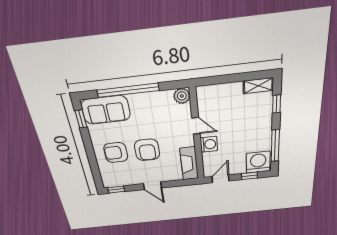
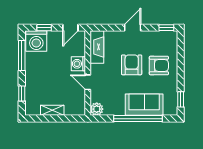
shelving: (258, 86) -> (52, 110), moved
sofa: (106, 110) -> (144, 105), moved
door: (152, 186) -> (133, 28), hinge flipped

